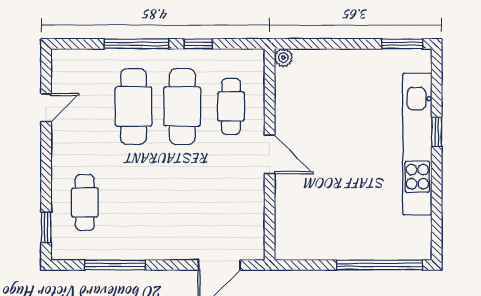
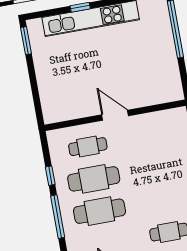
plant: (283, 58) -> (49, 118), removed
door: (270, 154) -> (115, 115), hinge flipped

